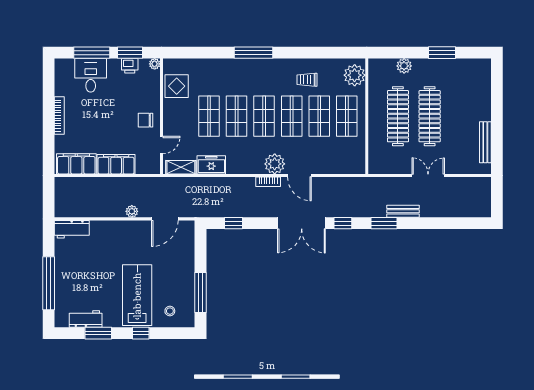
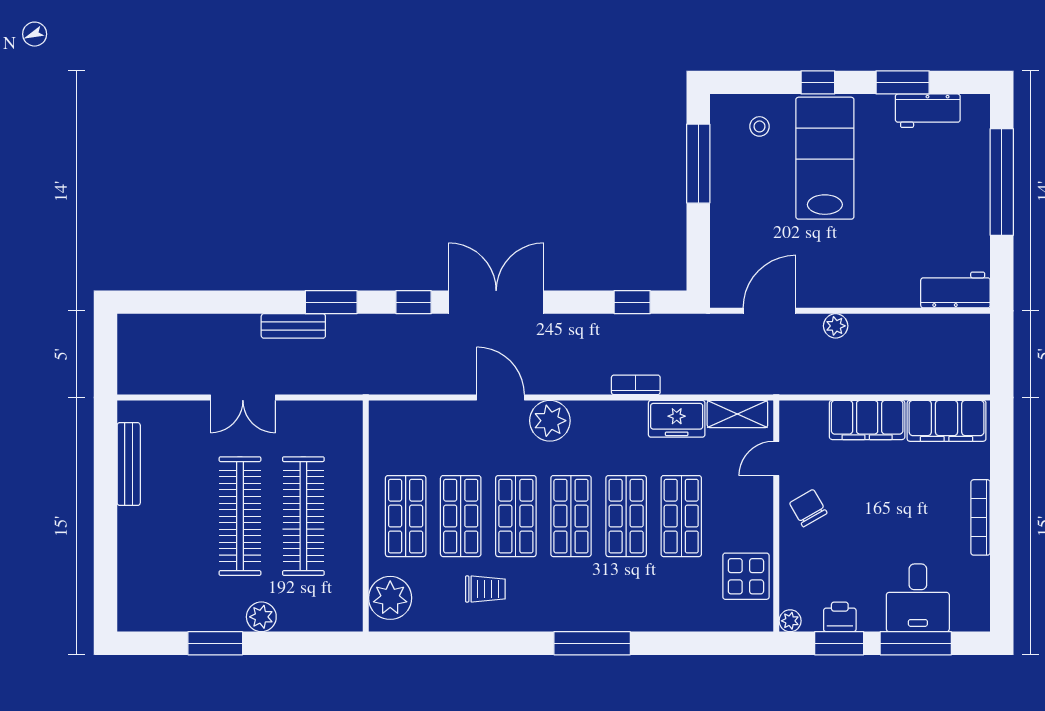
plant: (404, 66) -> (261, 617), moved
chair: (145, 120) -> (808, 508), turned -120
bookcase: (268, 182) -> (636, 385), moved
lab bench: (137, 295) -> (825, 158), turned 180

